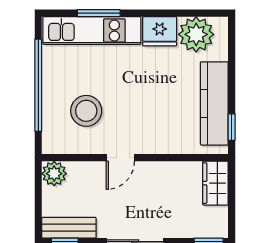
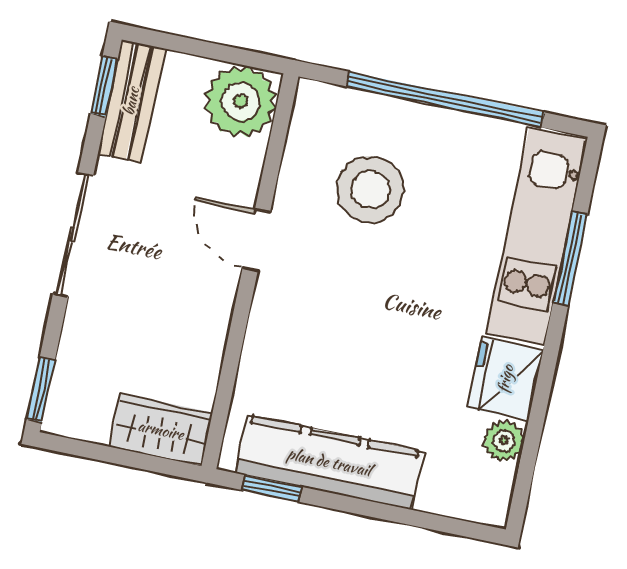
plant: (196, 34) -> (504, 441), width x0.53, depth x0.53
plant: (54, 174) -> (241, 101), width x1.36, depth x1.36

